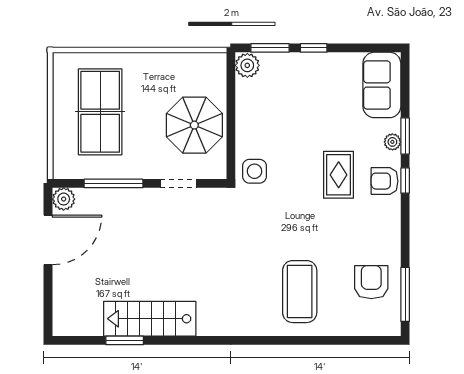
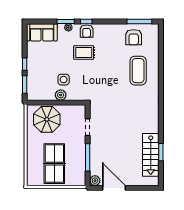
plant: (247, 65) -> (61, 95), moved
table tennis table: (100, 112) -> (54, 164), turned 90
parasol: (194, 125) -> (47, 119), moved
side table: (254, 171) -> (64, 80), moved
armchair: (371, 282) -> (134, 37), turned -90
coffee table: (300, 292) -> (138, 71), turned 90
stairs: (150, 319) -> (151, 155), moved

